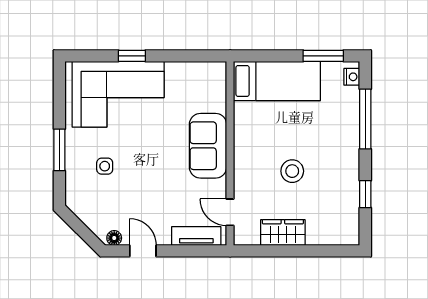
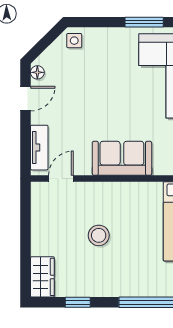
window: (59, 150) -> (144, 22), moved
side table: (105, 166) -> (74, 41), moved
wardrobe: (283, 233) -> (42, 277), moved

